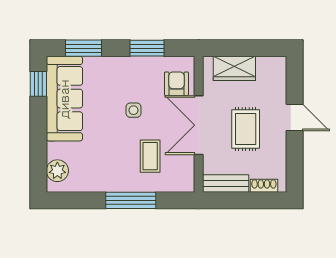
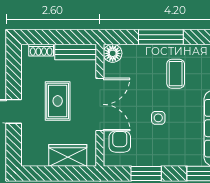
armchair: (176, 84) -> (120, 142), turned 180
coffee table: (150, 156) -> (176, 74), moved
floor lamp: (184, 182) -> (113, 53), added

